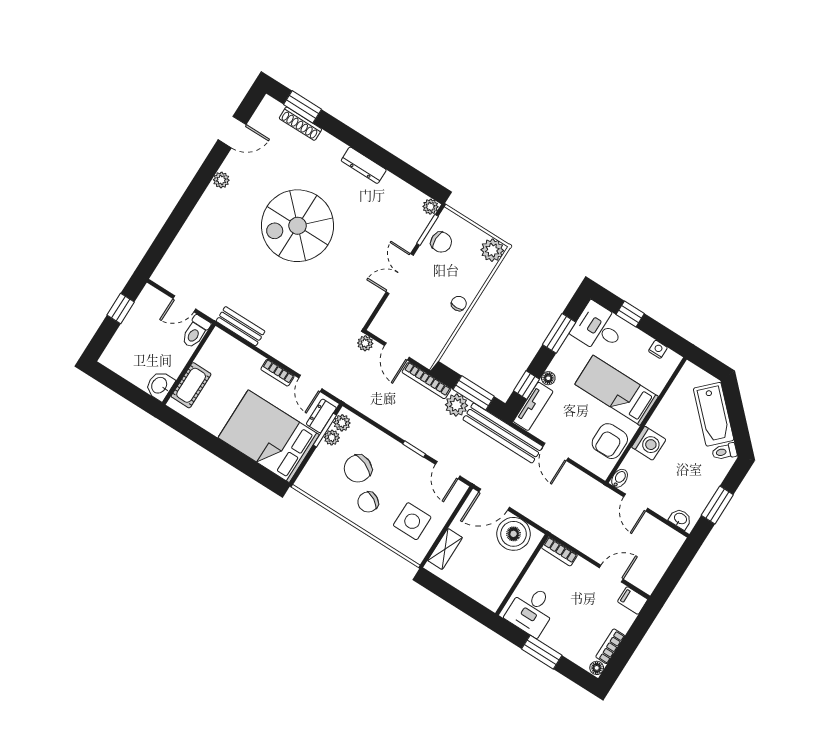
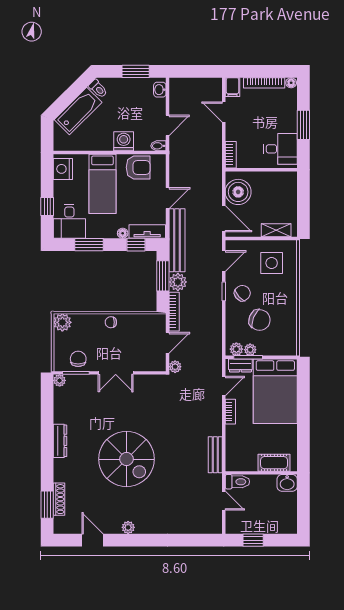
nightstand: (658, 349) -> (63, 169), width x1.89, depth x1.79
chair: (368, 502) -> (242, 293), moved, turned -71
bookcase: (610, 646) -> (264, 83), width x1.56

